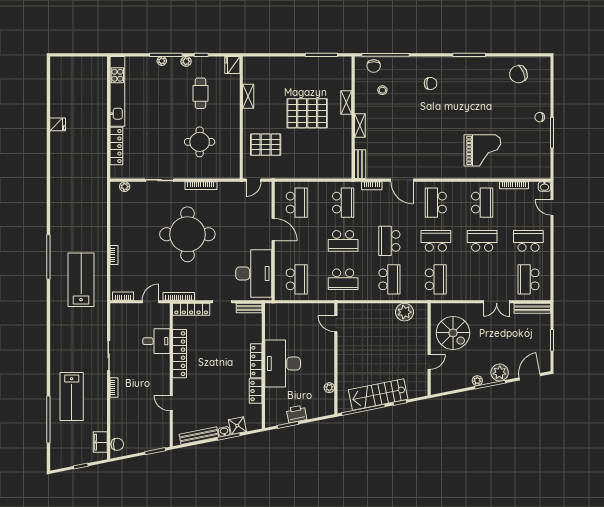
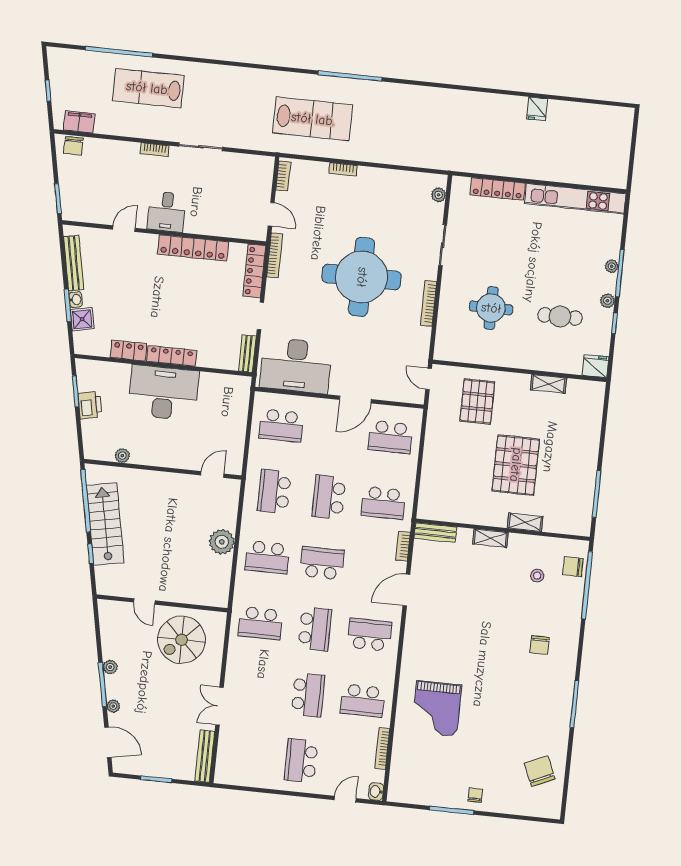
school desk: (528, 241) -> (301, 761), turned 180
school desk: (528, 279) -> (247, 755), removed
plant: (404, 312) -> (222, 542), moved
desk: (156, 341) -> (167, 212), moved
plant: (500, 372) -> (113, 706), width x0.53, depth x0.53

